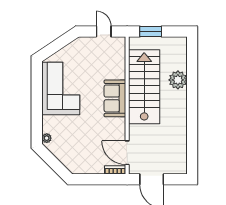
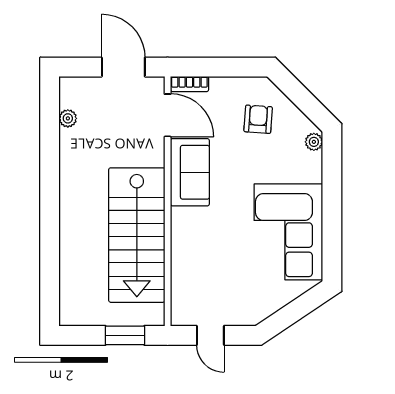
plant: (178, 80) -> (68, 118), moved, width x0.53, depth x0.53
sofa: (115, 98) -> (190, 172), moved
armchair: (77, 151) -> (258, 119), added

